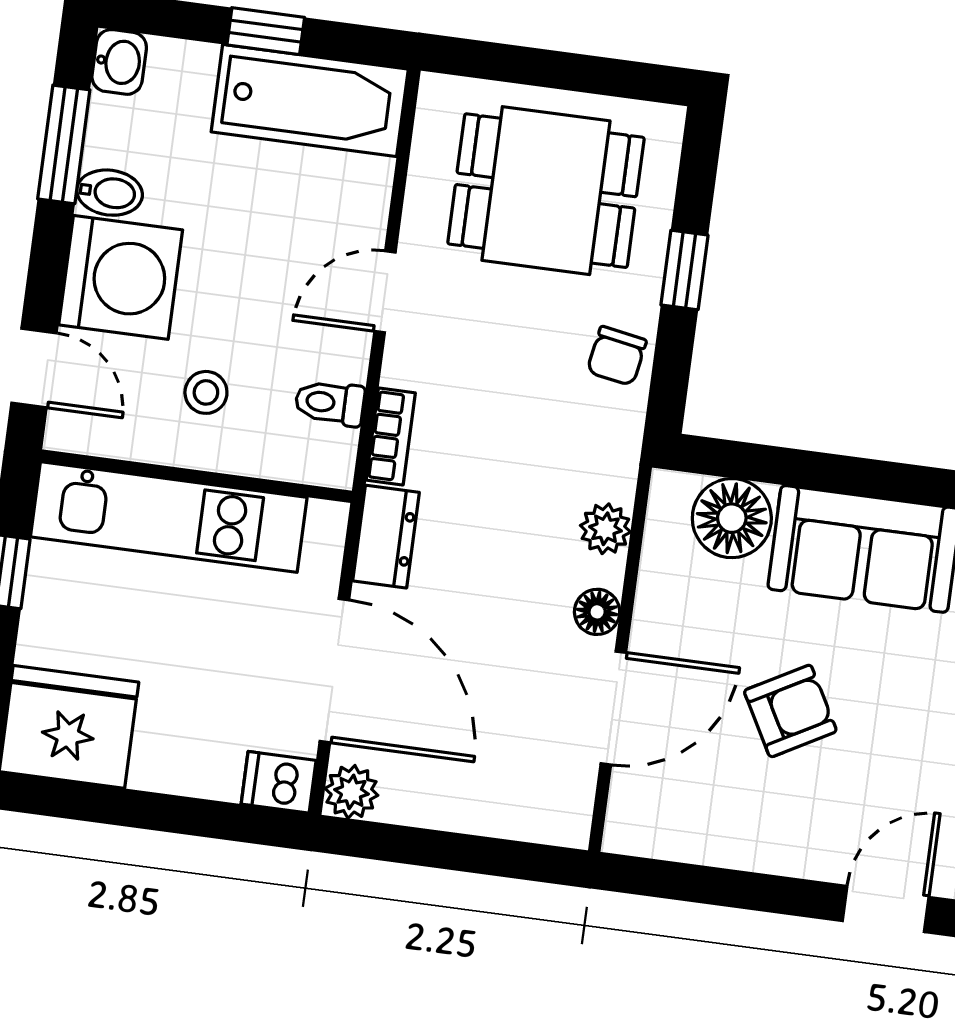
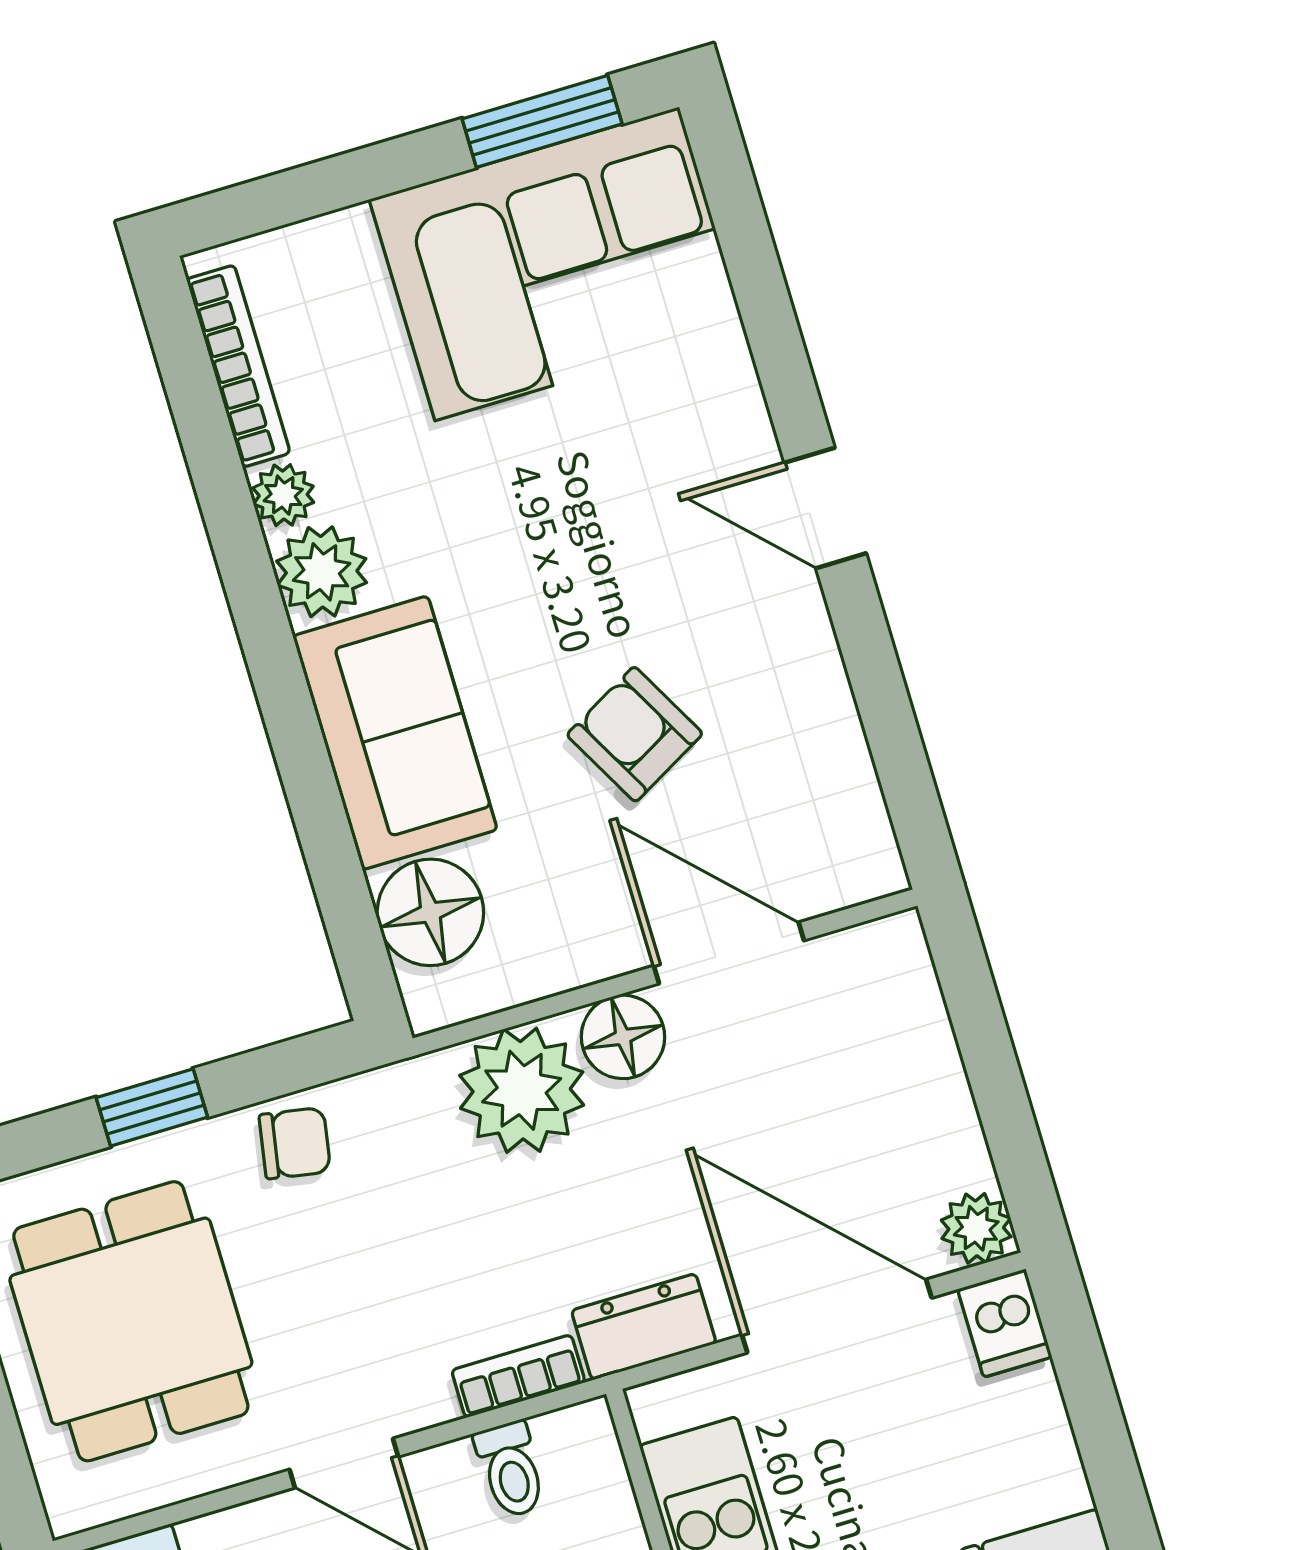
plant: (605, 529) -> (522, 1090), width x1.87, depth x1.87
floor lamp: (597, 612) -> (623, 1037), width x1.37, depth x1.37
door: (334, 671) -> (837, 1316), hinge flipped

